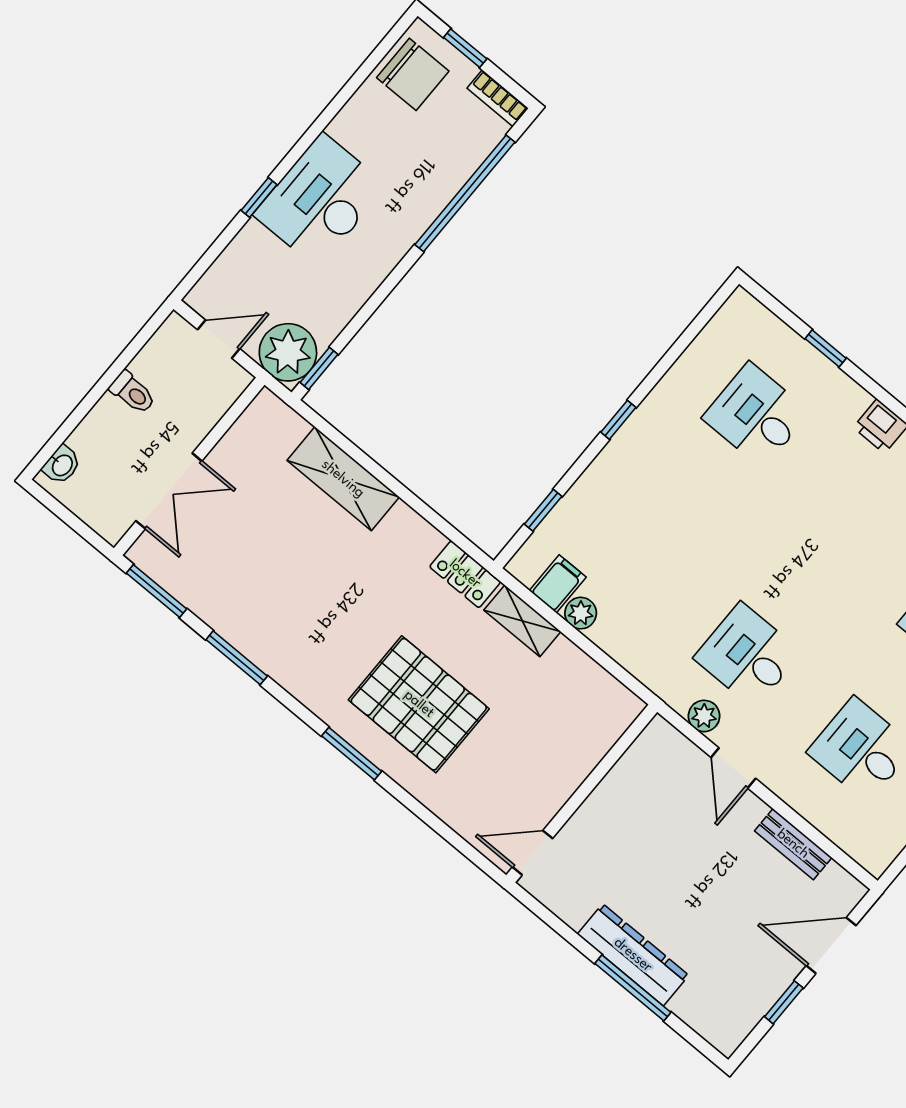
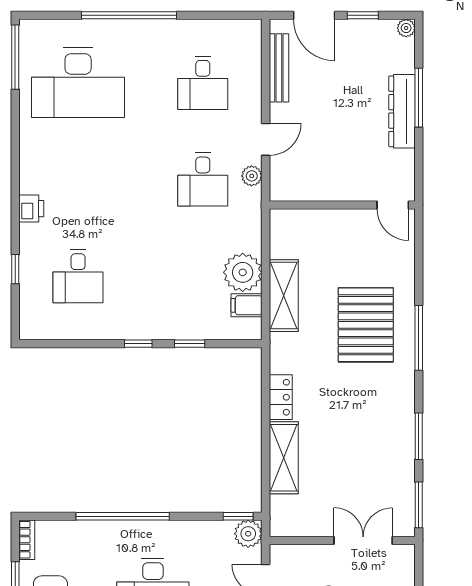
window: (465, 193) -> (123, 516), moved
plant: (288, 352) -> (248, 534), width x0.73, depth x0.73
window: (543, 510) -> (190, 344), moved
locker: (465, 574) -> (281, 397), moved
plant: (581, 613) -> (243, 272), width x1.88, depth x1.88
shelving: (522, 621) -> (284, 296), width x1.50, depth x1.33
window: (352, 754) -> (419, 338), width x1.44
bench: (793, 844) -> (279, 68), width x1.36
plant: (727, 1041) -> (406, 28), added

